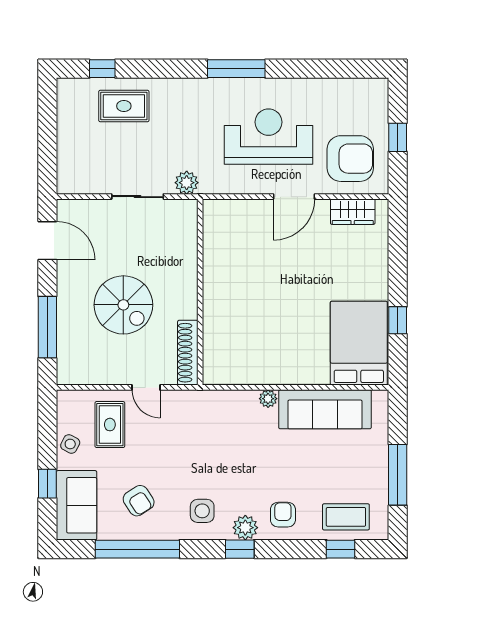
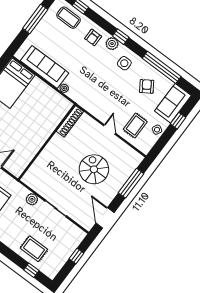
window: (47, 145) -> (76, 256), added
wall: (200, 292) -> (47, 142), moved
shoe rack: (188, 353) -> (70, 121), moved

